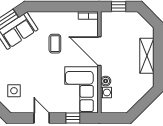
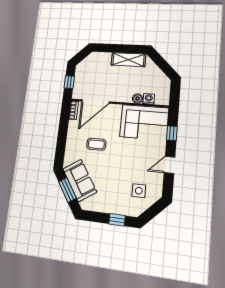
door: (99, 51) -> (95, 102), moved
shelving: (147, 56) -> (128, 60), moved

